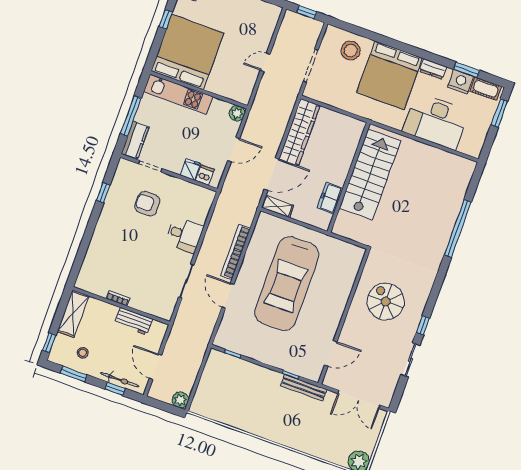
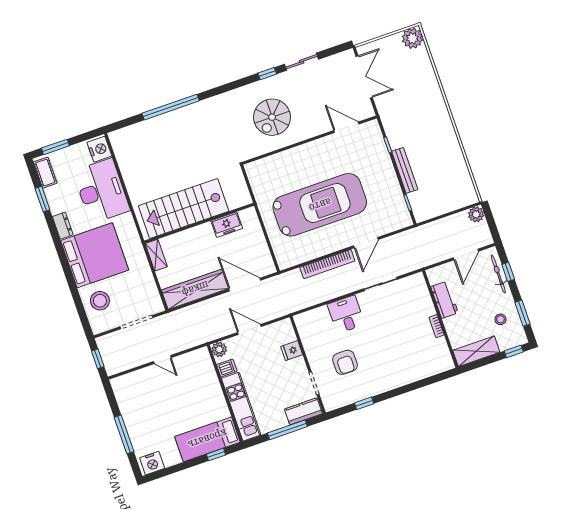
window: (166, 19) -> (216, 455), moved
bed: (187, 52) -> (207, 439), width x0.49
nightstand: (461, 82) -> (99, 149), moved, turned 180
dishwasher: (205, 175) -> (227, 368), moved, turned 180
shelving: (277, 206) -> (156, 255), moved
bench: (304, 388) -> (405, 170), moved

